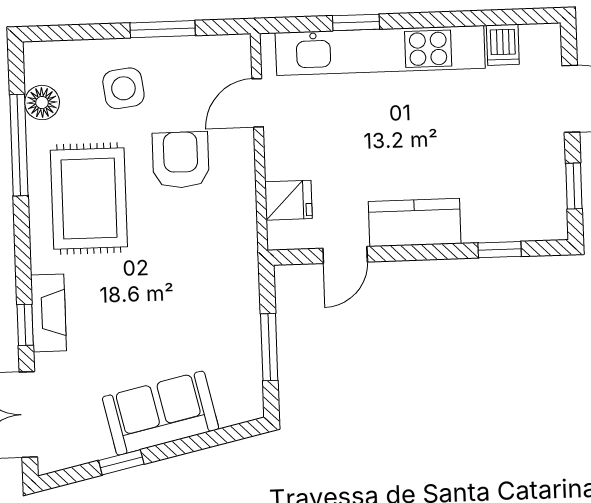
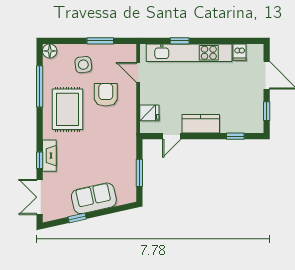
floor lamp: (42, 103) -> (50, 51), moved
door: (258, 103) -> (138, 72), hinge flipped

